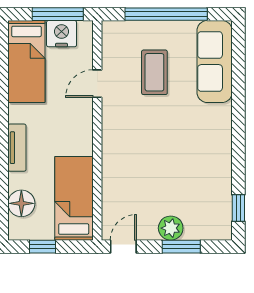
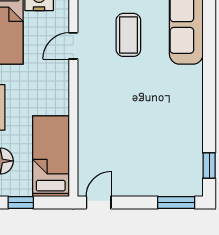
plant: (171, 228) -> (144, 185), removed
window: (181, 247) -> (176, 203), moved

